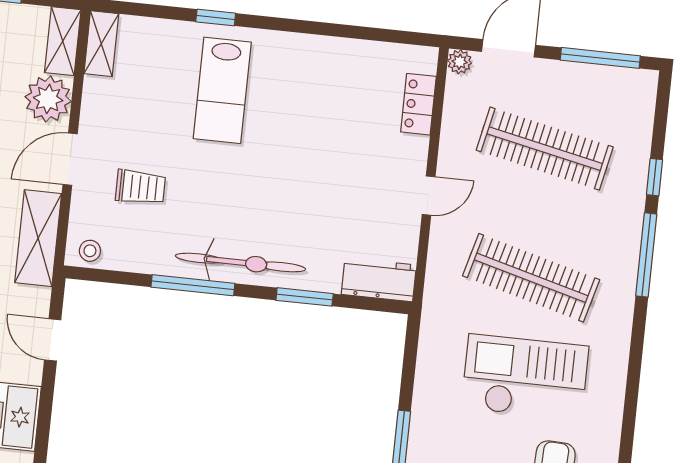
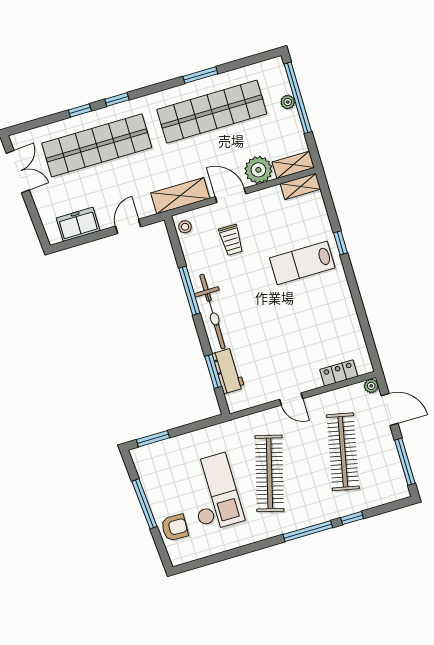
workbench: (379, 280) -> (228, 371), moved
window: (305, 297) -> (213, 371), moved

